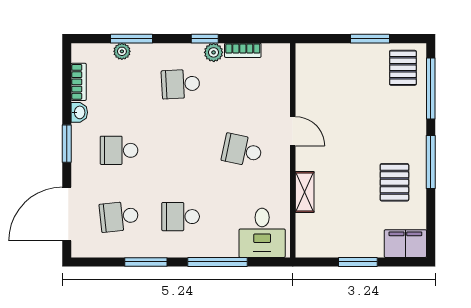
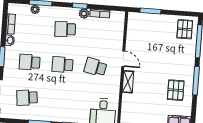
window: (370, 39) -> (150, 11), moved
shelving: (305, 192) -> (128, 82), moved
school desk: (181, 217) -> (63, 65), moved

